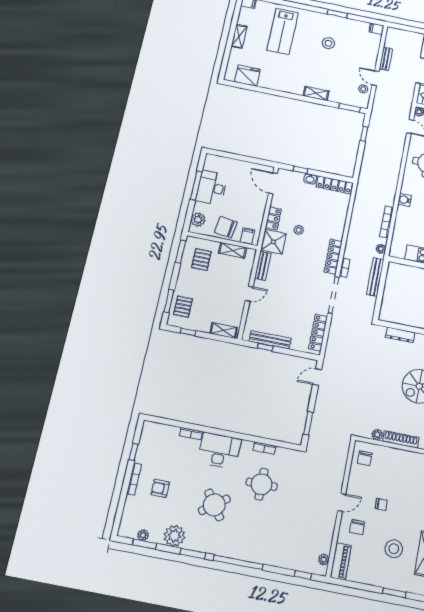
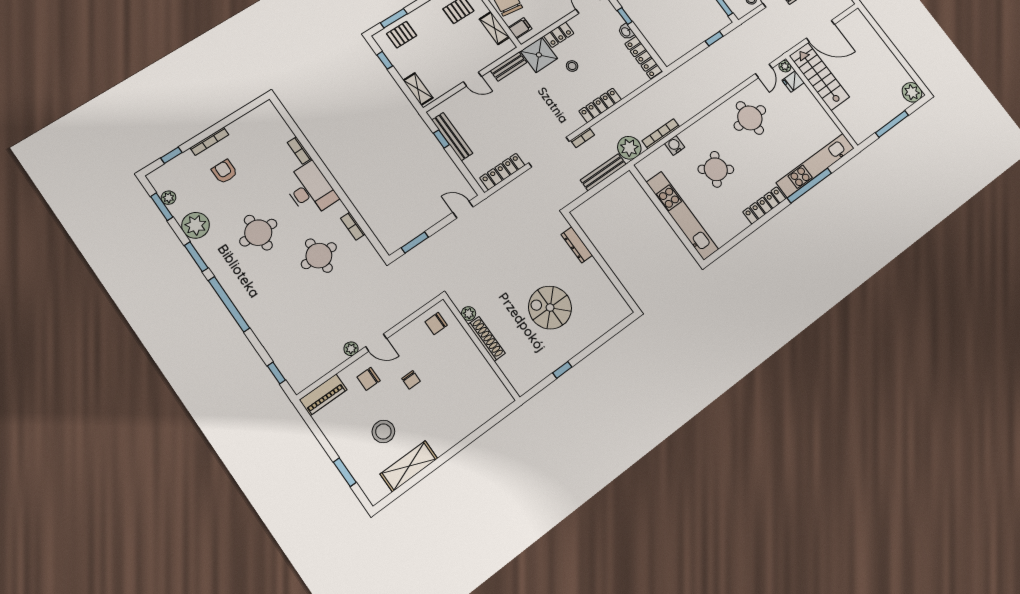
water cooler: (405, 200) -> (675, 145), moved
plant: (381, 249) -> (629, 148), width x1.88, depth x1.88
locker: (333, 257) -> (600, 105), moved
window: (134, 452) -> (171, 155), moved
round table: (214, 505) -> (258, 233), turned 36
plant: (324, 559) -> (351, 349), moved

